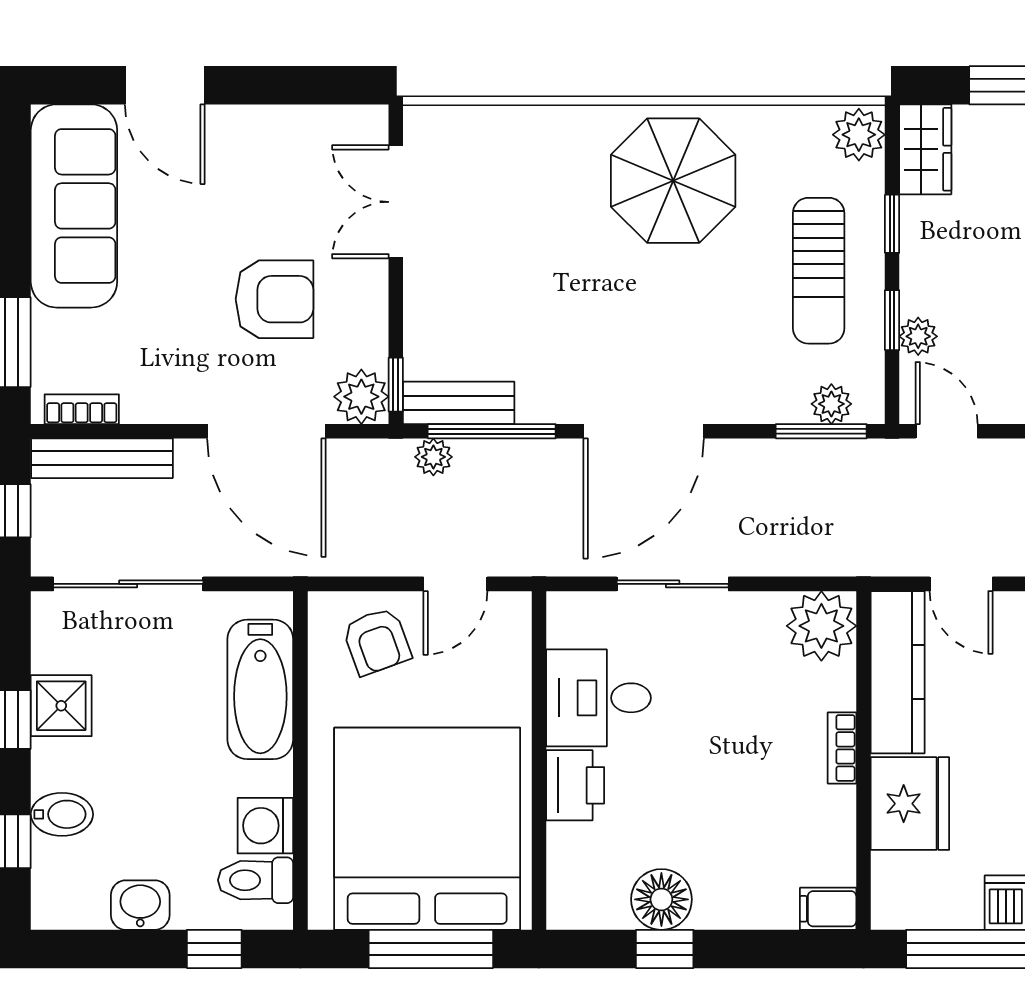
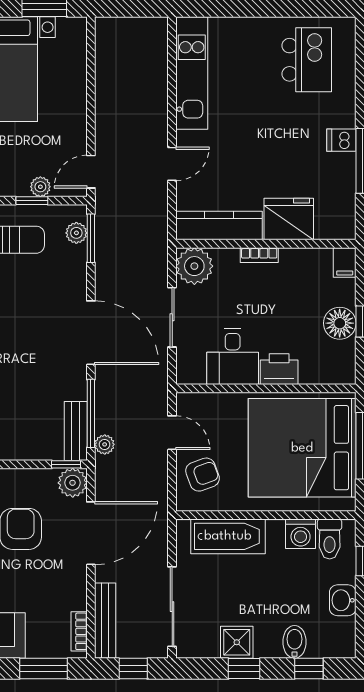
plant: (821, 626) -> (194, 266), moved
kitchen counter: (898, 672) -> (219, 226), moved
bookcase: (842, 748) -> (259, 255), moved
wall: (863, 760) -> (266, 244), moved
fridge: (910, 804) -> (289, 219), moved
filing cabinet: (828, 909) -> (345, 263), moved

